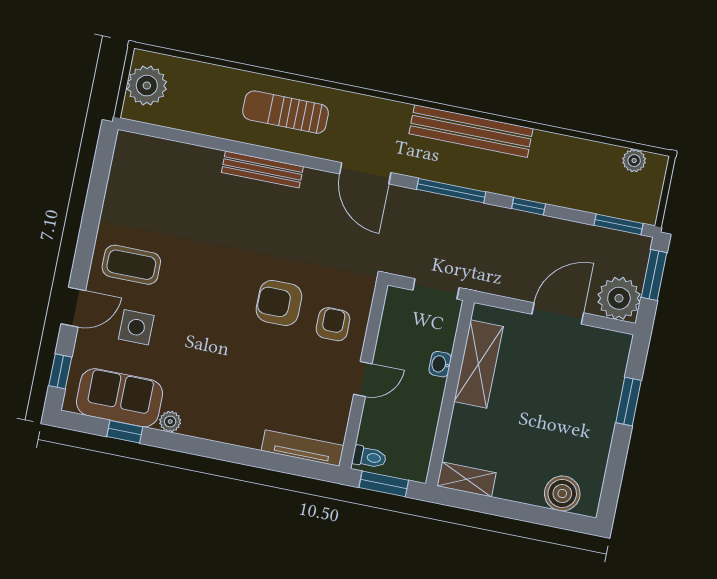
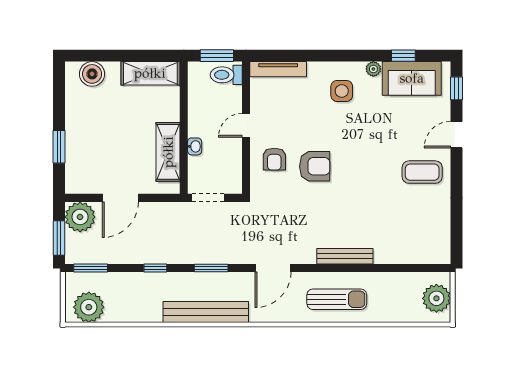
plant: (634, 161) -> (89, 307), width x1.88, depth x1.88
door: (365, 173) -> (273, 268), swing flipped
window: (451, 191) -> (211, 268), width x0.69
side table: (136, 327) -> (342, 91), moved
toilet: (369, 457) -> (226, 75), width x1.37, depth x1.39
shelving: (467, 479) -> (150, 73), width x1.50, depth x1.33

